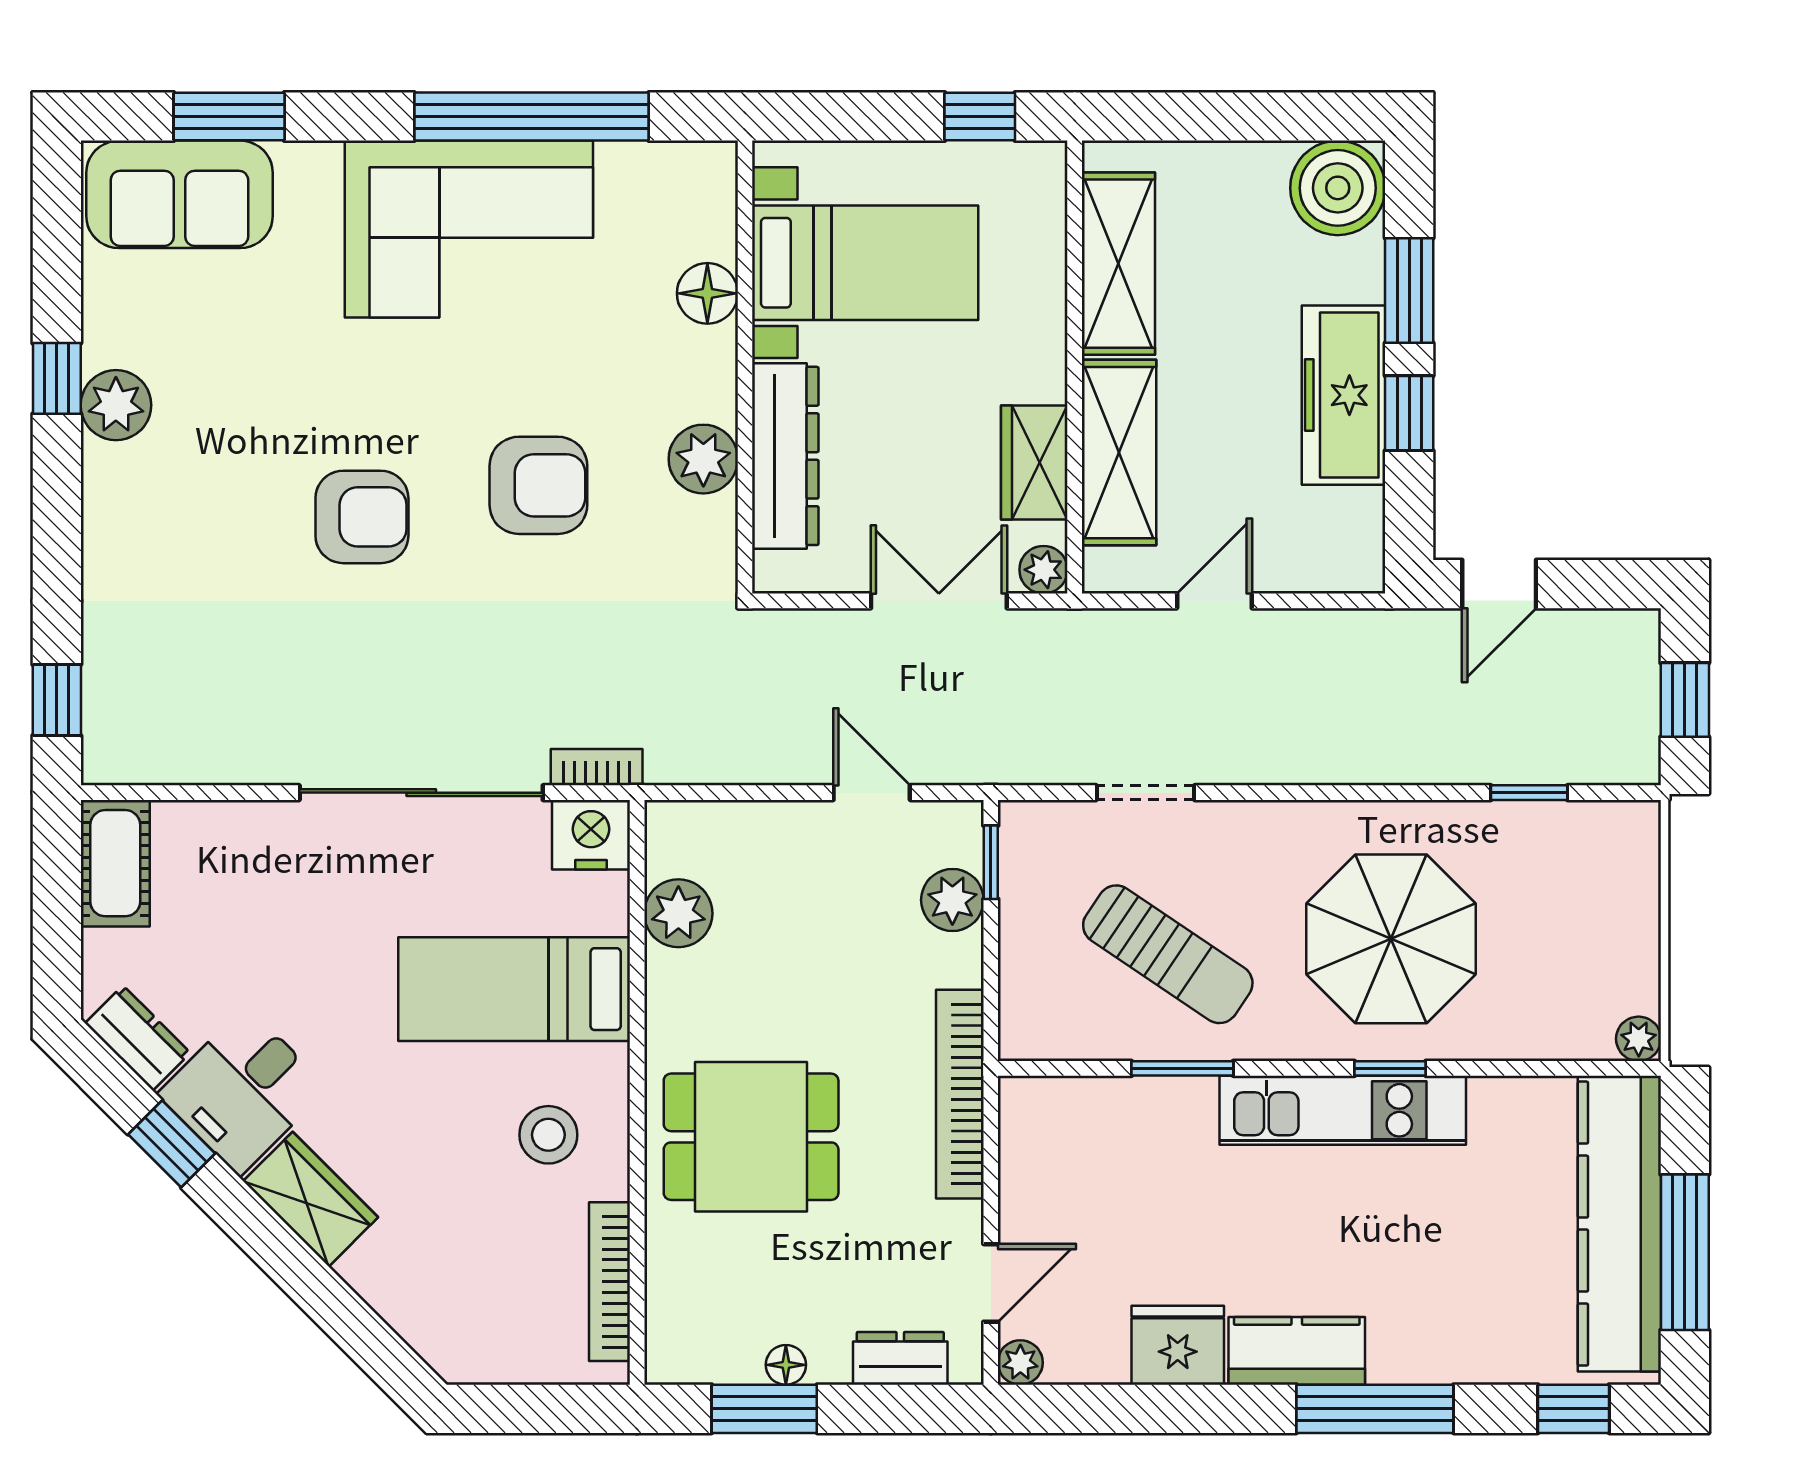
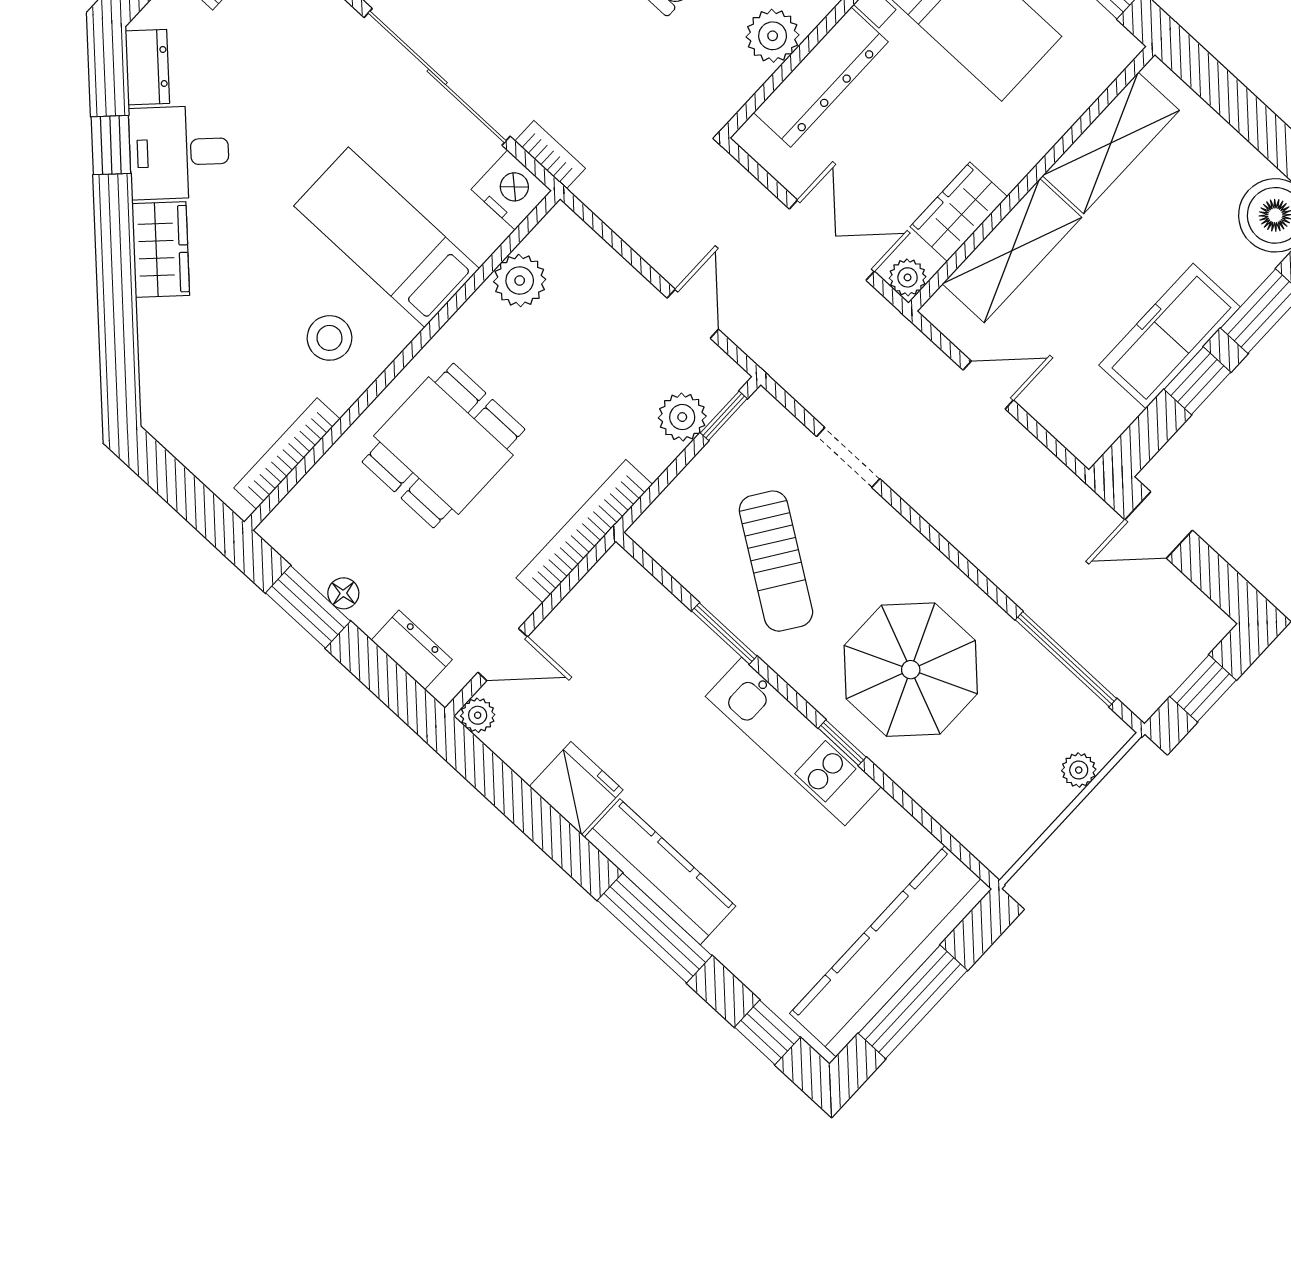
window: (1529, 793) -> (1066, 659), width x2.17
plant: (1639, 1039) -> (1079, 770), moved
dining table: (751, 1137) -> (443, 446), turned 90
kitchen counter: (1297, 1351) -> (660, 872), width x1.50

